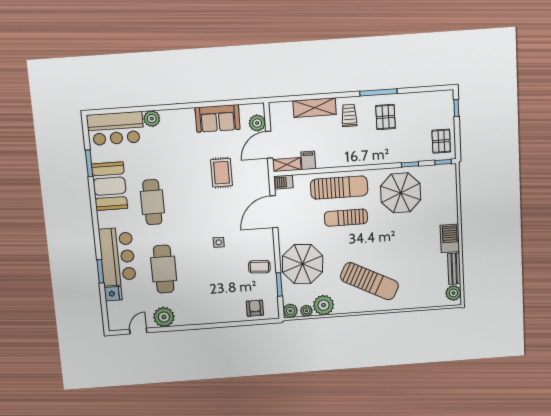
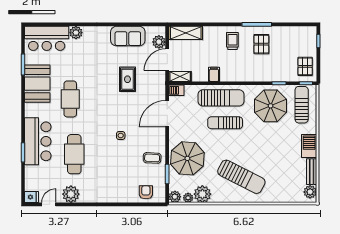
shelving: (315, 108) -> (186, 33), moved
filing cabinet: (308, 160) -> (214, 74), moved
sun lounger: (439, 189) -> (302, 105), added
fridge: (113, 294) -> (31, 197), moved

